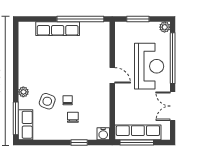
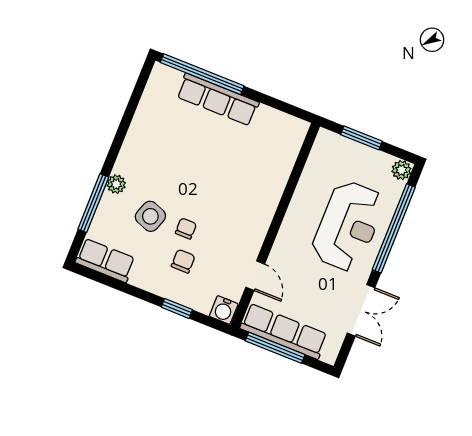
window: (80, 19) -> (202, 74), moved
door: (112, 75) -> (255, 276), moved
double door: (173, 106) -> (361, 310), swing flipped
window: (16, 118) -> (93, 203), moved
row of seats: (25, 125) -> (105, 260), moved, turned -90

